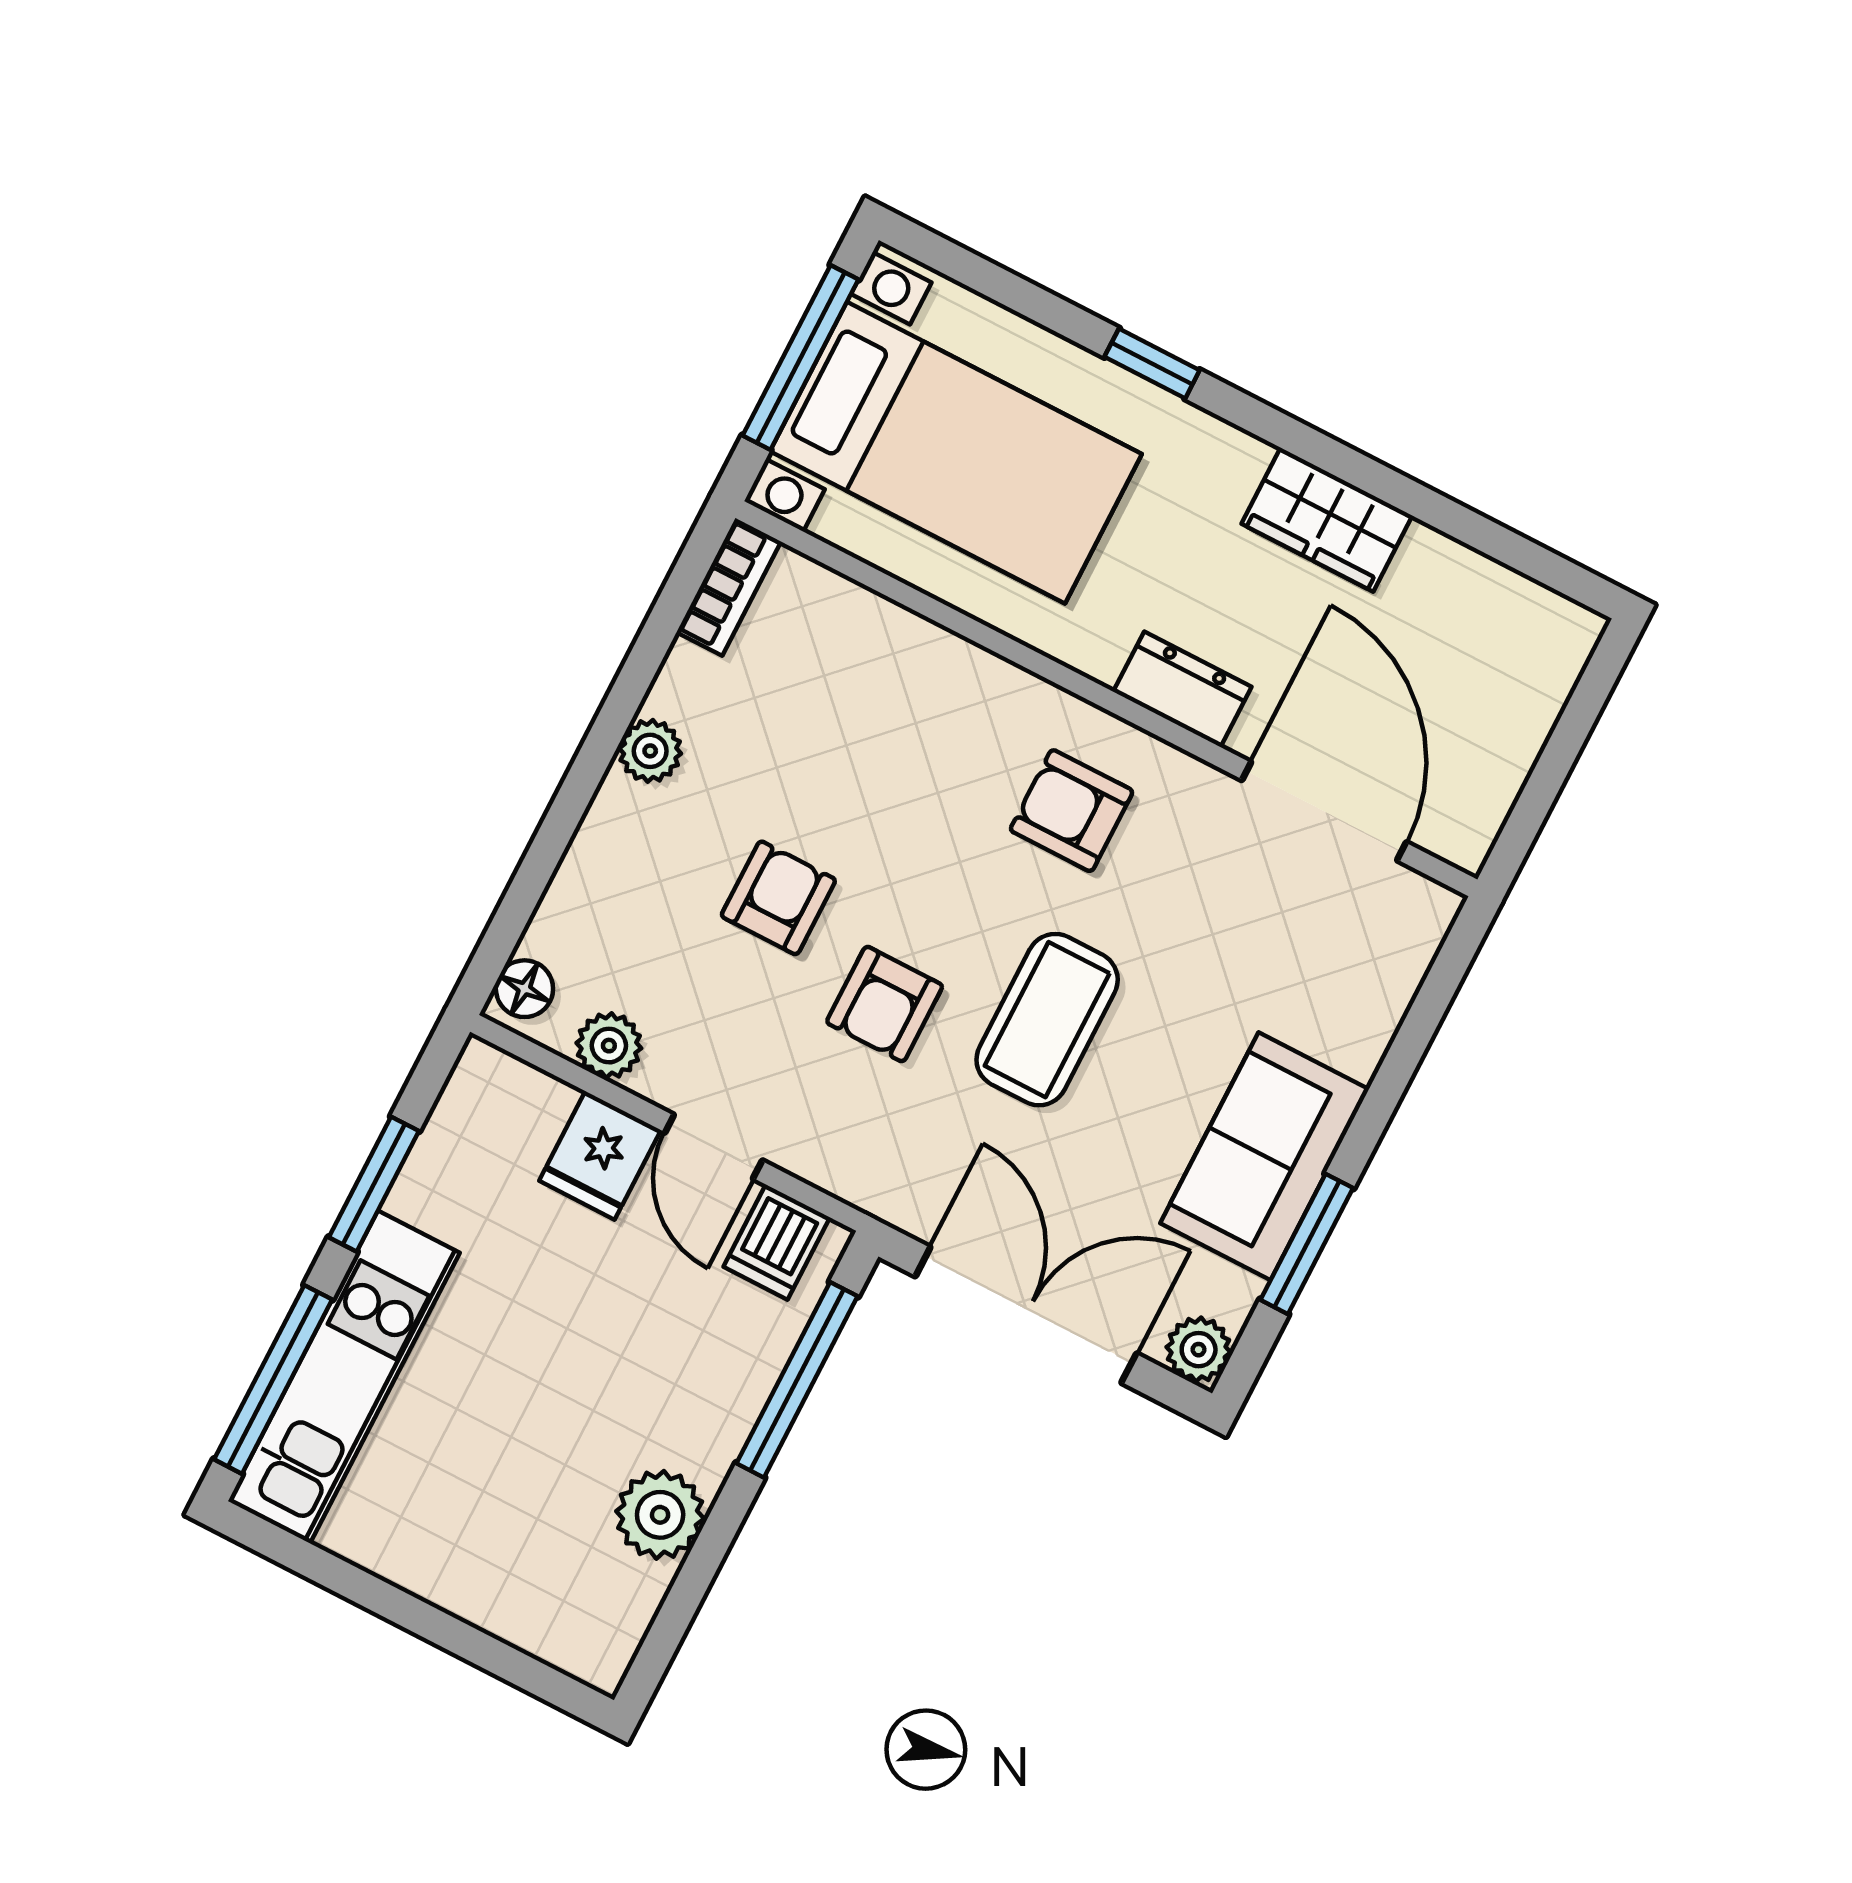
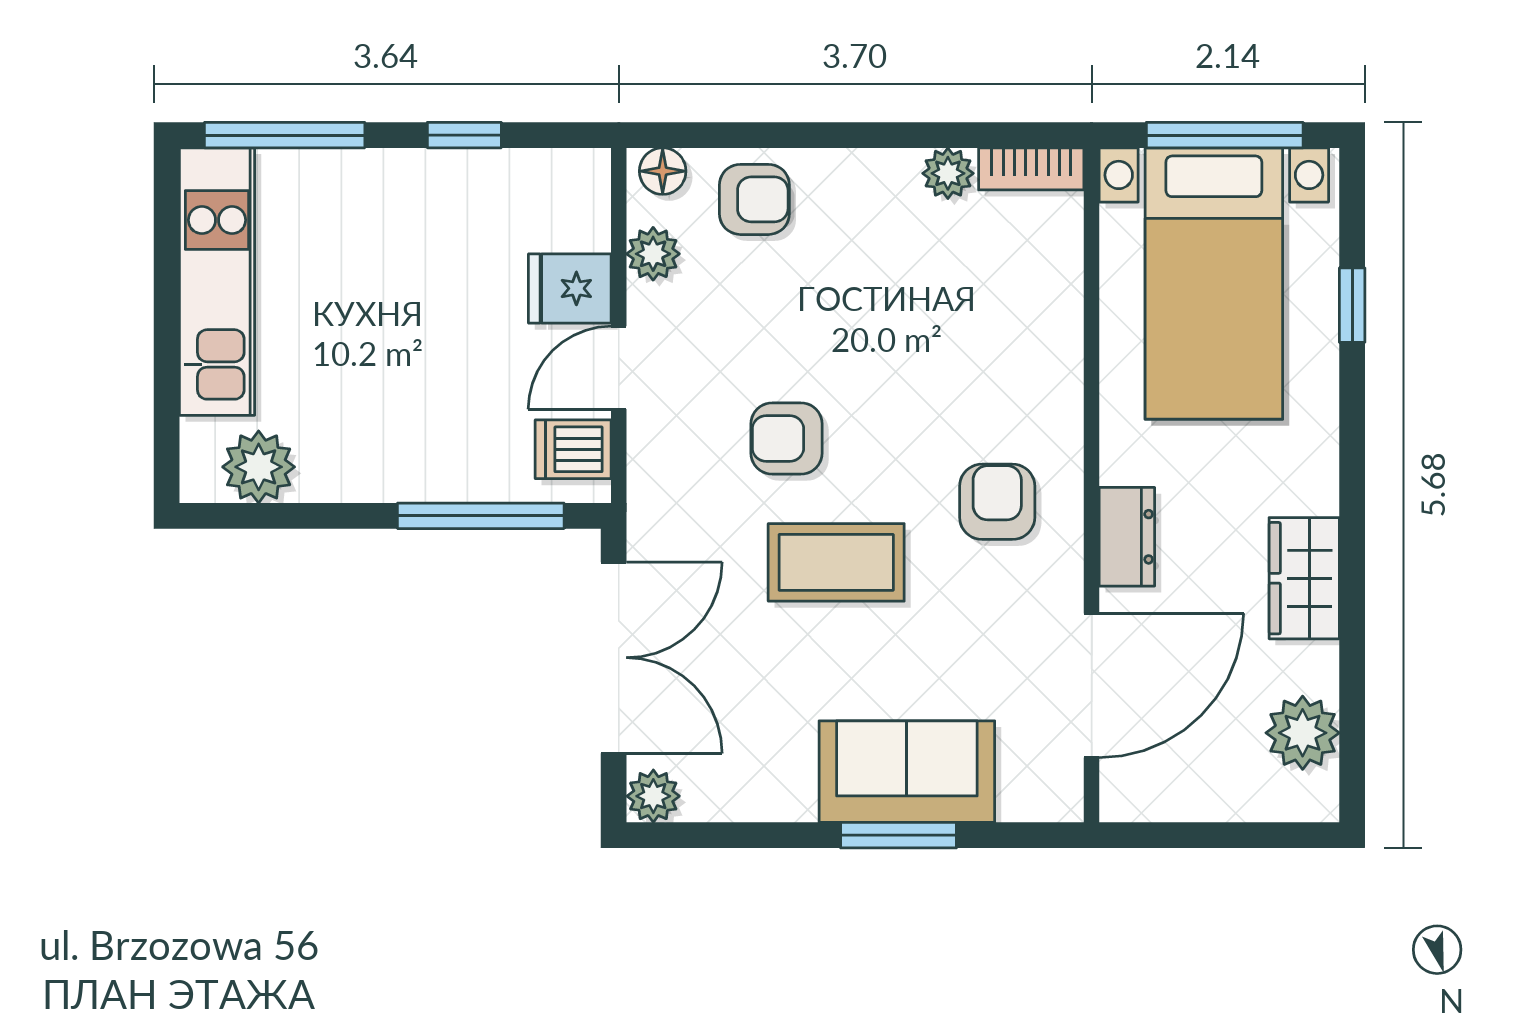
window: (1152, 364) -> (1352, 305), moved
plant: (1494, 608) -> (1303, 733), added
plant: (650, 751) -> (948, 173), moved
armchair: (778, 898) -> (754, 199), moved
sofa: (1265, 1156) -> (907, 772), moved
window: (374, 1184) -> (464, 135), width x0.67
window: (1307, 1244) -> (898, 835), moved
kitchen unit: (344, 1377) -> (217, 282), moved, turned -90
plant: (660, 1515) -> (259, 467), moved

